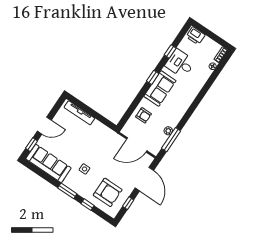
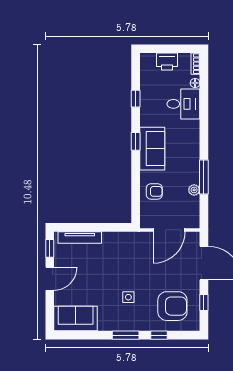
printer: (196, 36) -> (167, 62), moved
desk: (180, 63) -> (183, 104), moved, turned 180
window: (171, 140) -> (204, 177), moved
window: (31, 145) -> (50, 248), moved
sofa: (48, 163) -> (76, 319), width x0.73

